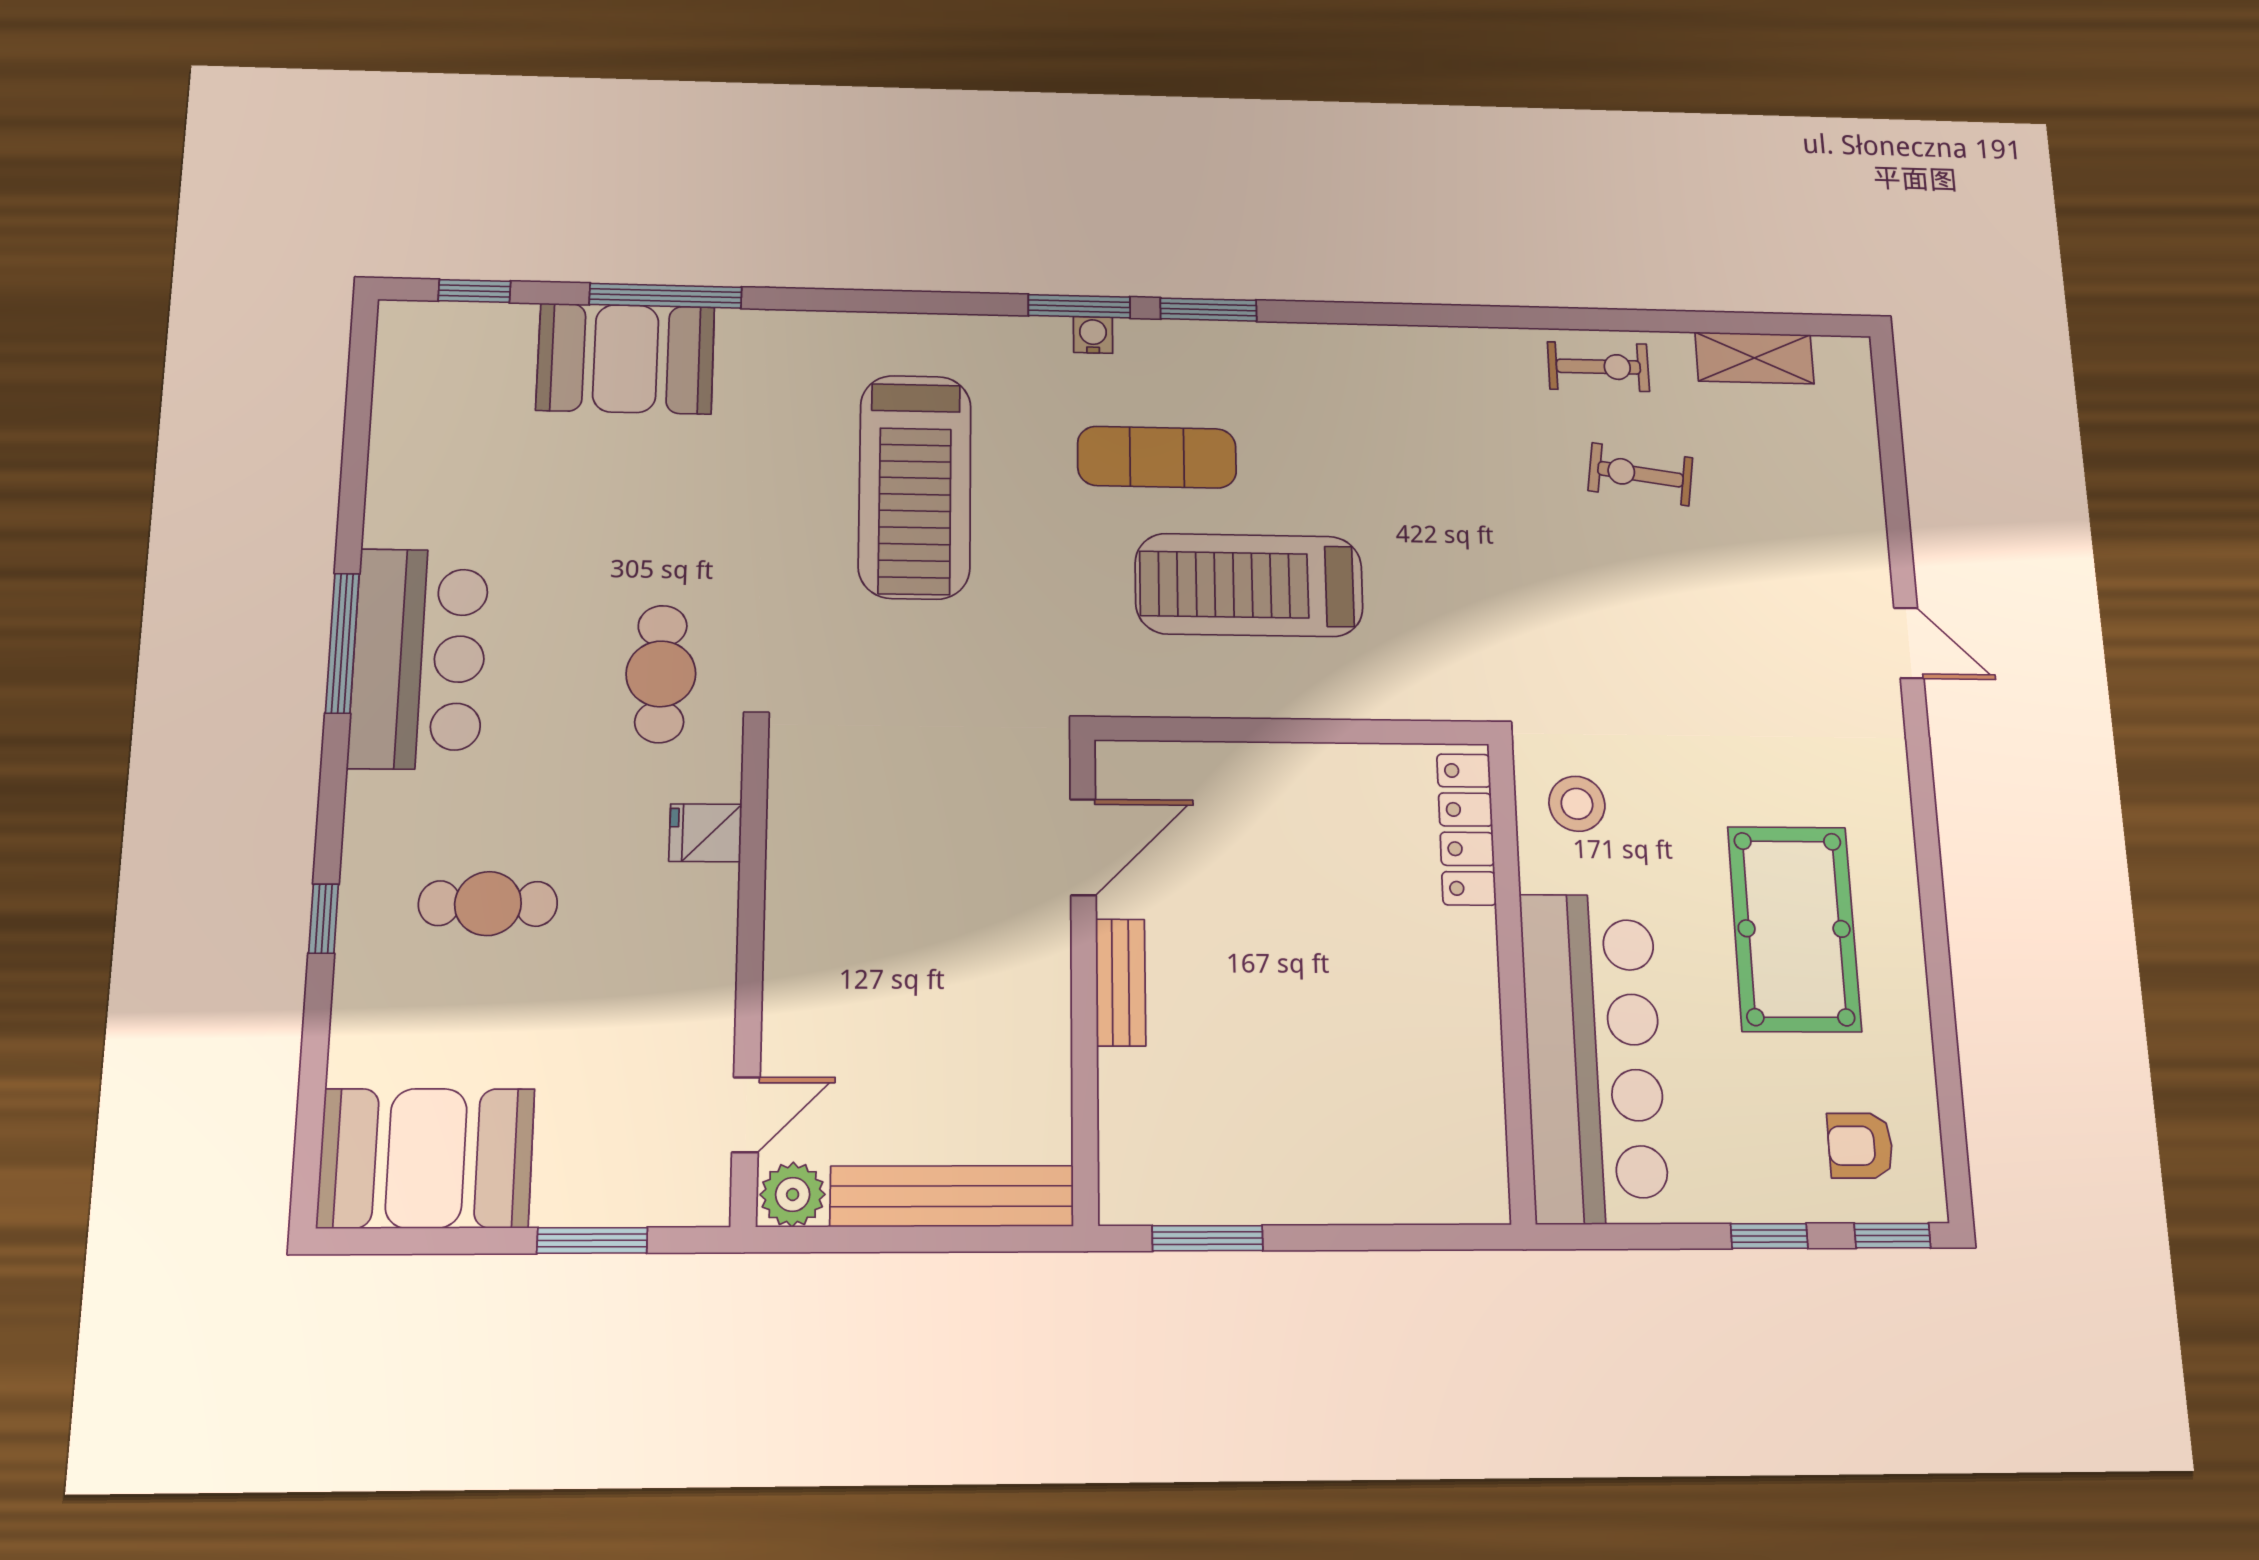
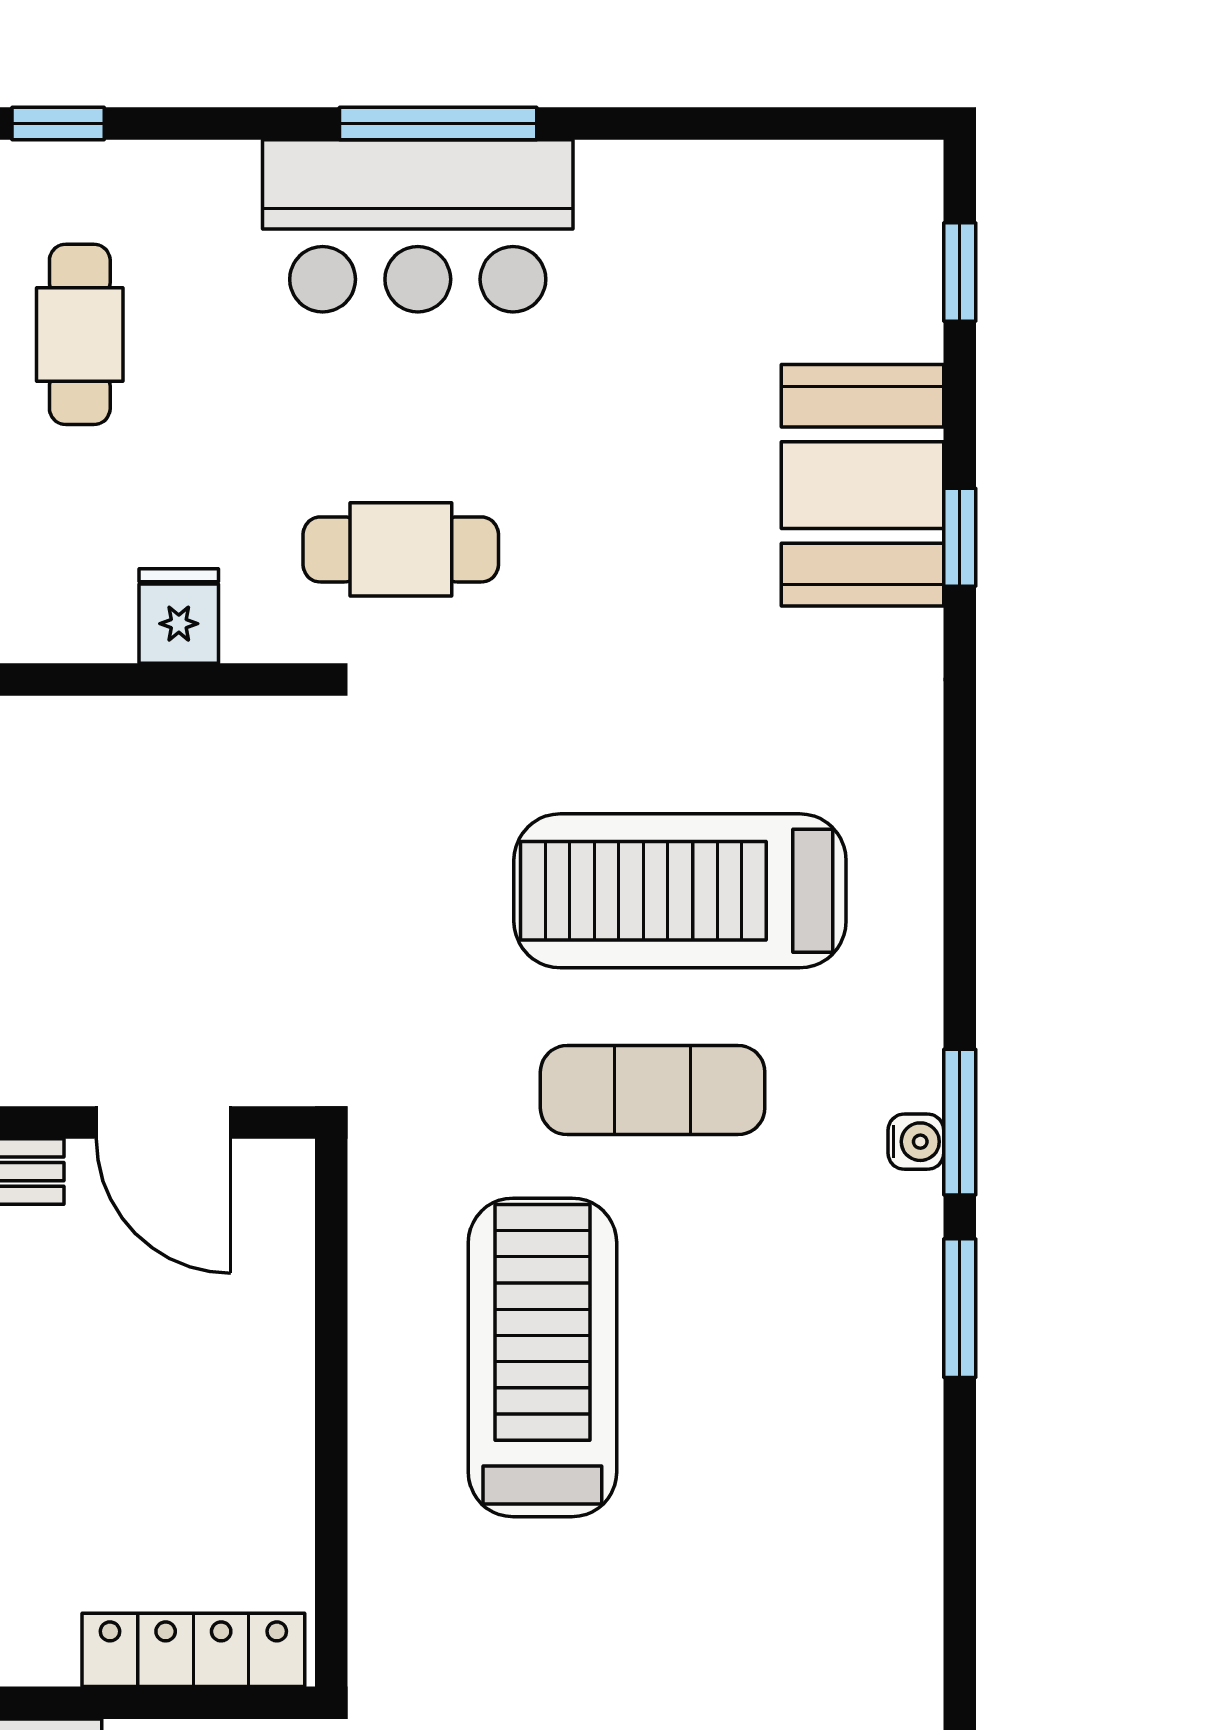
window: (666, 296) -> (960, 537), width x0.46
exercise mat: (1157, 457) -> (653, 1090), moved, turned 90

